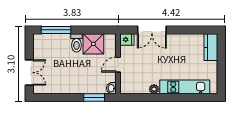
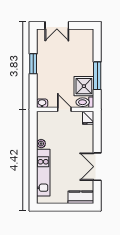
window: (56, 30) -> (97, 76), moved
double door: (152, 30) -> (97, 167), moved
toilet: (76, 43) -> (85, 102), moved
window: (94, 98) -> (33, 64), moved

